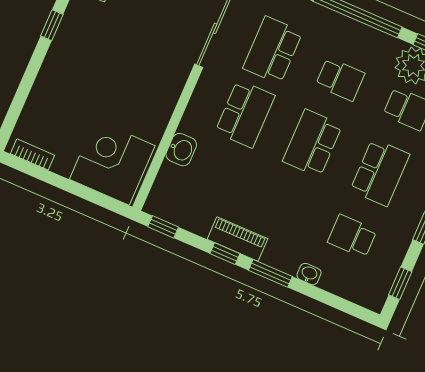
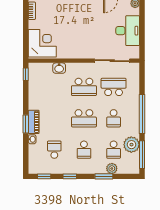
school desk: (312, 143) -> (84, 118), turned 180
school desk: (380, 172) -> (84, 150), width x0.54
piano: (237, 239) -> (34, 122), moved
window: (225, 254) -> (26, 103), removed

